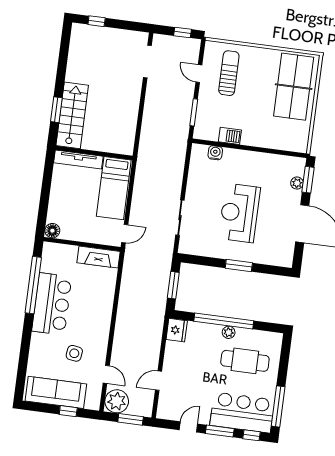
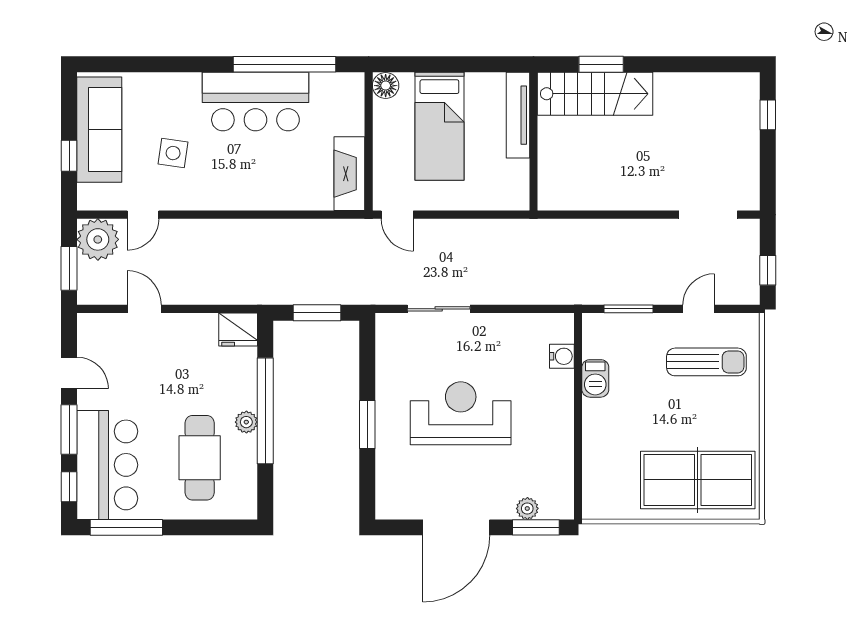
bed: (114, 188) -> (439, 126), moved, turned -90

